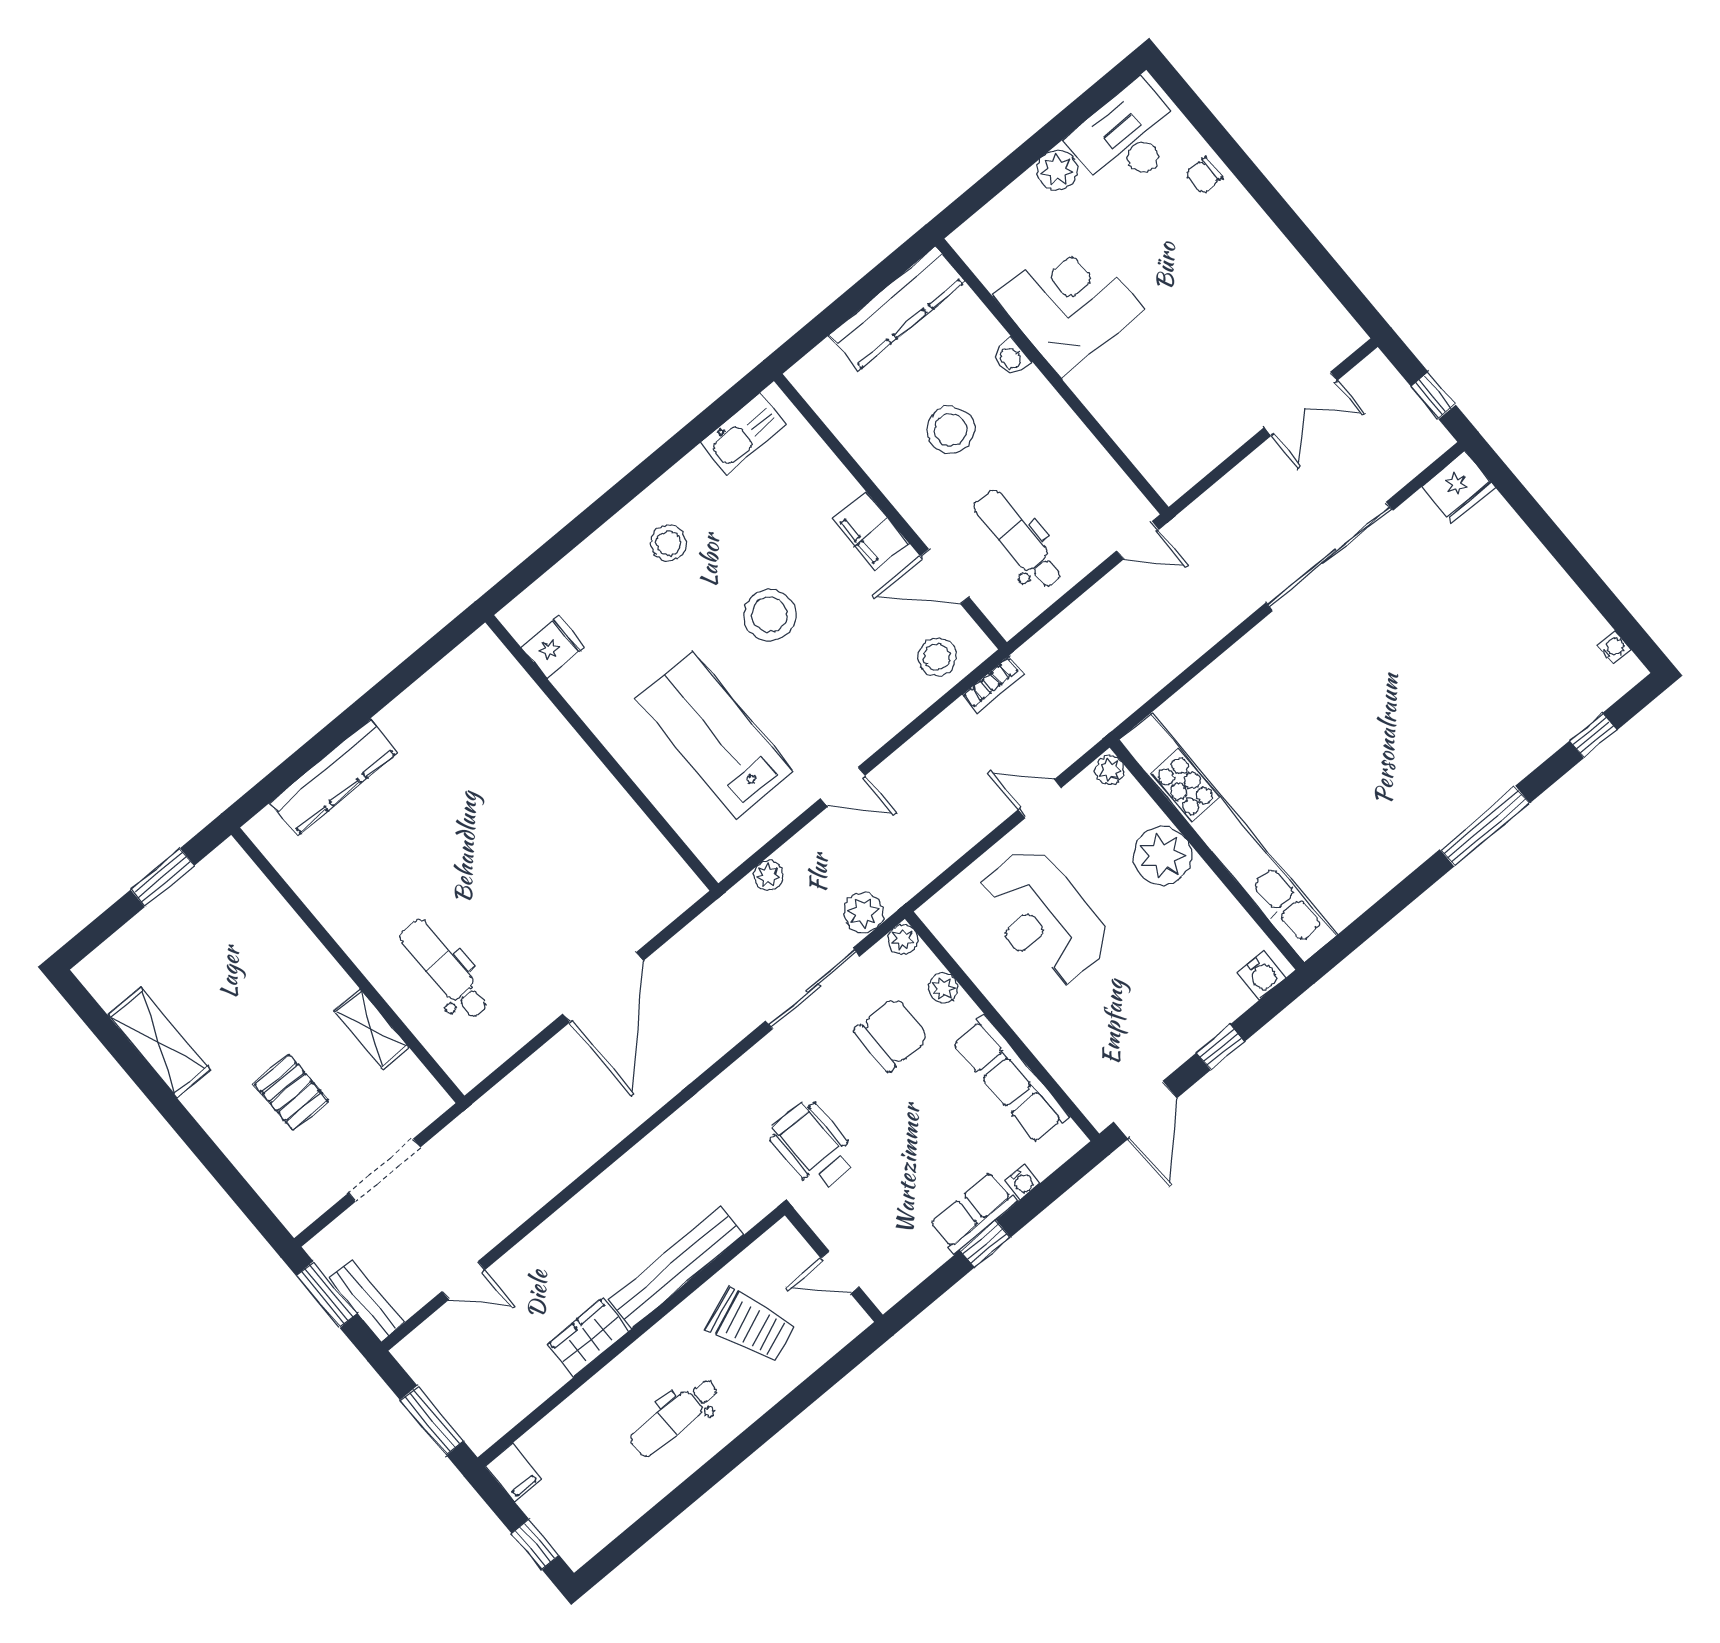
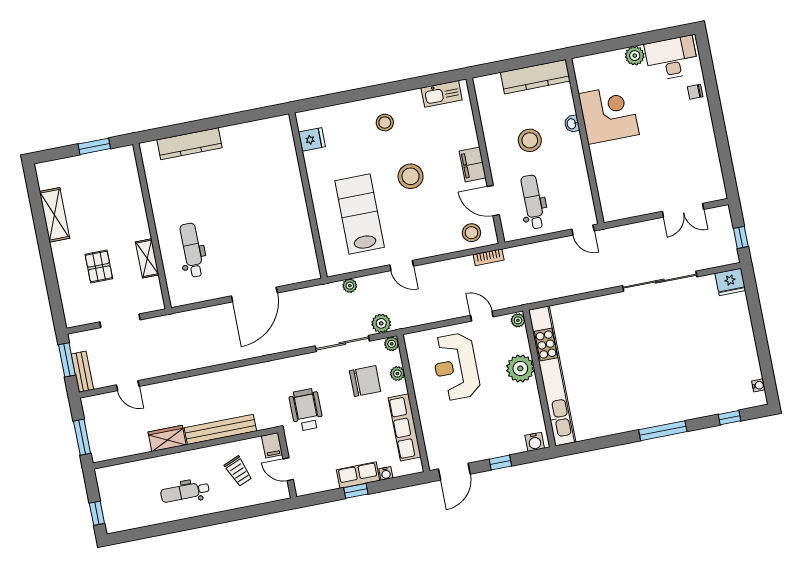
trolley: (751, 1326) -> (238, 471), width x0.73, depth x0.72
filing cabinet: (514, 1473) -> (272, 445), moved

